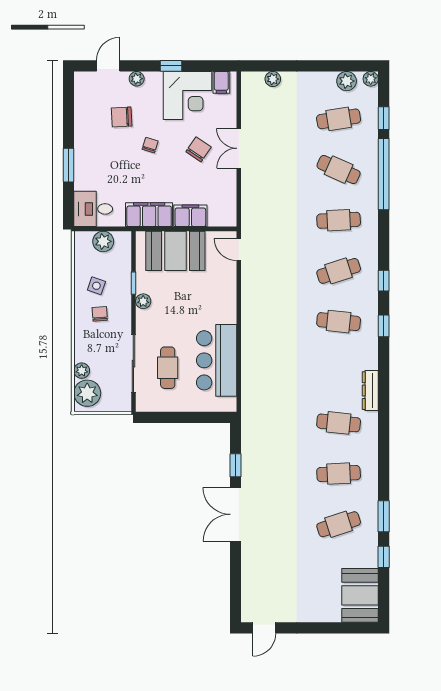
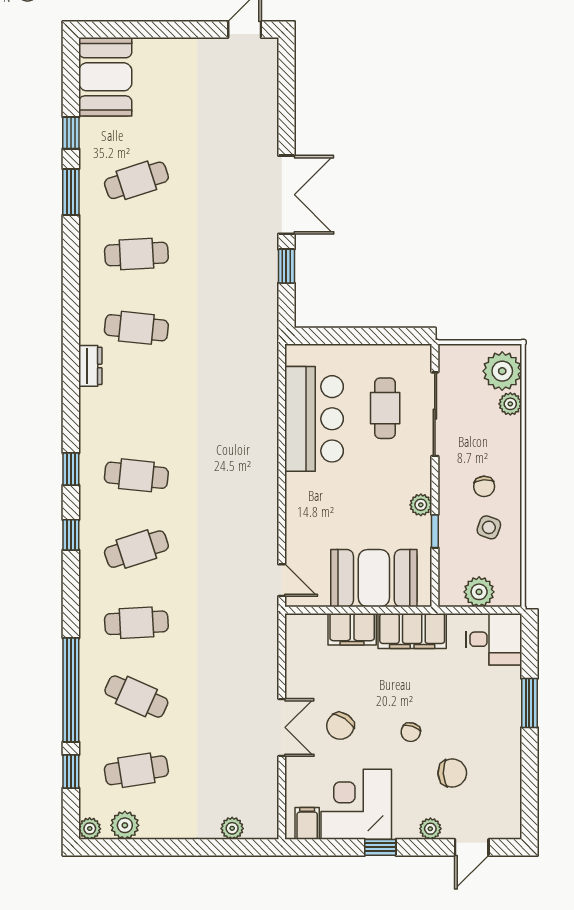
dresser: (370, 391) -> (90, 366), width x0.70

